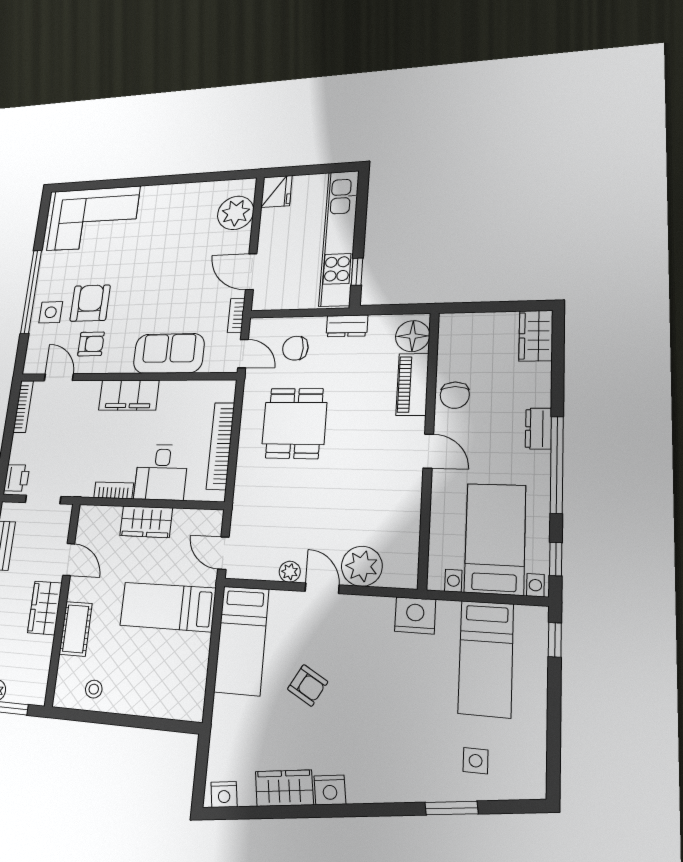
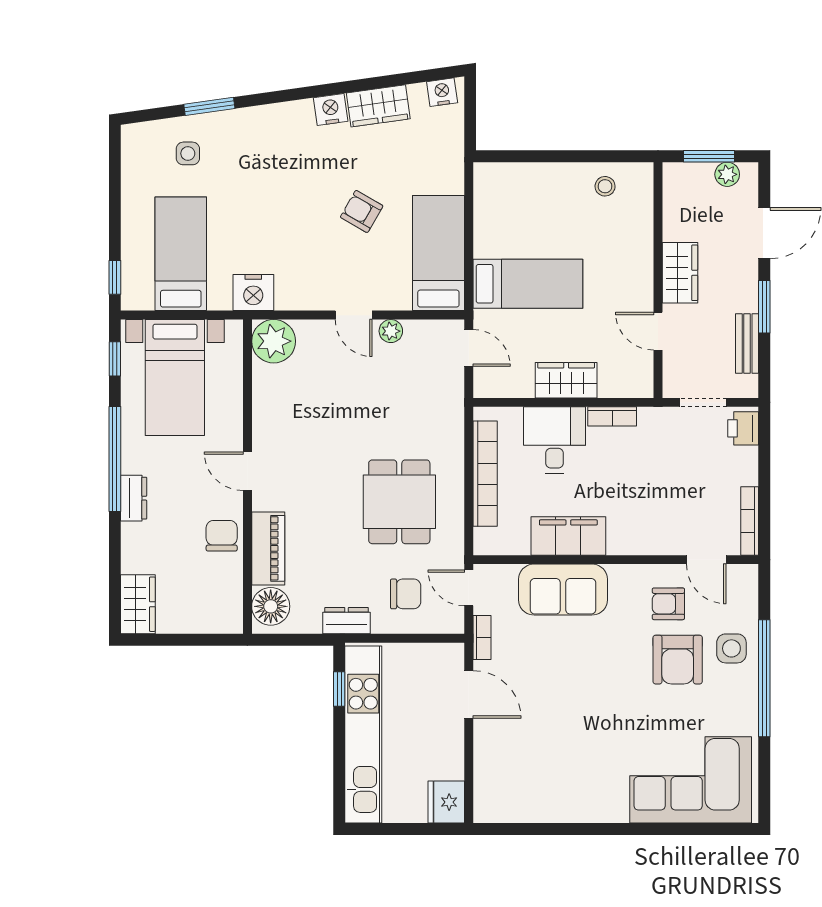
plant: (236, 213) -> (496, 776), removed
filing cabinet: (129, 395) -> (568, 536), moved
plant: (362, 566) -> (274, 341), moved
cot: (76, 629) -> (637, 251), removed

